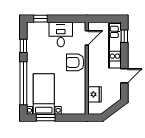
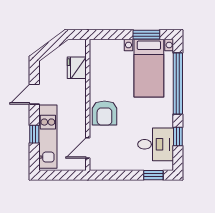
desk: (61, 34) -> (156, 144), moved, turned -90
window: (124, 36) -> (34, 134), moved
armchair: (75, 62) -> (104, 113), turned 90

